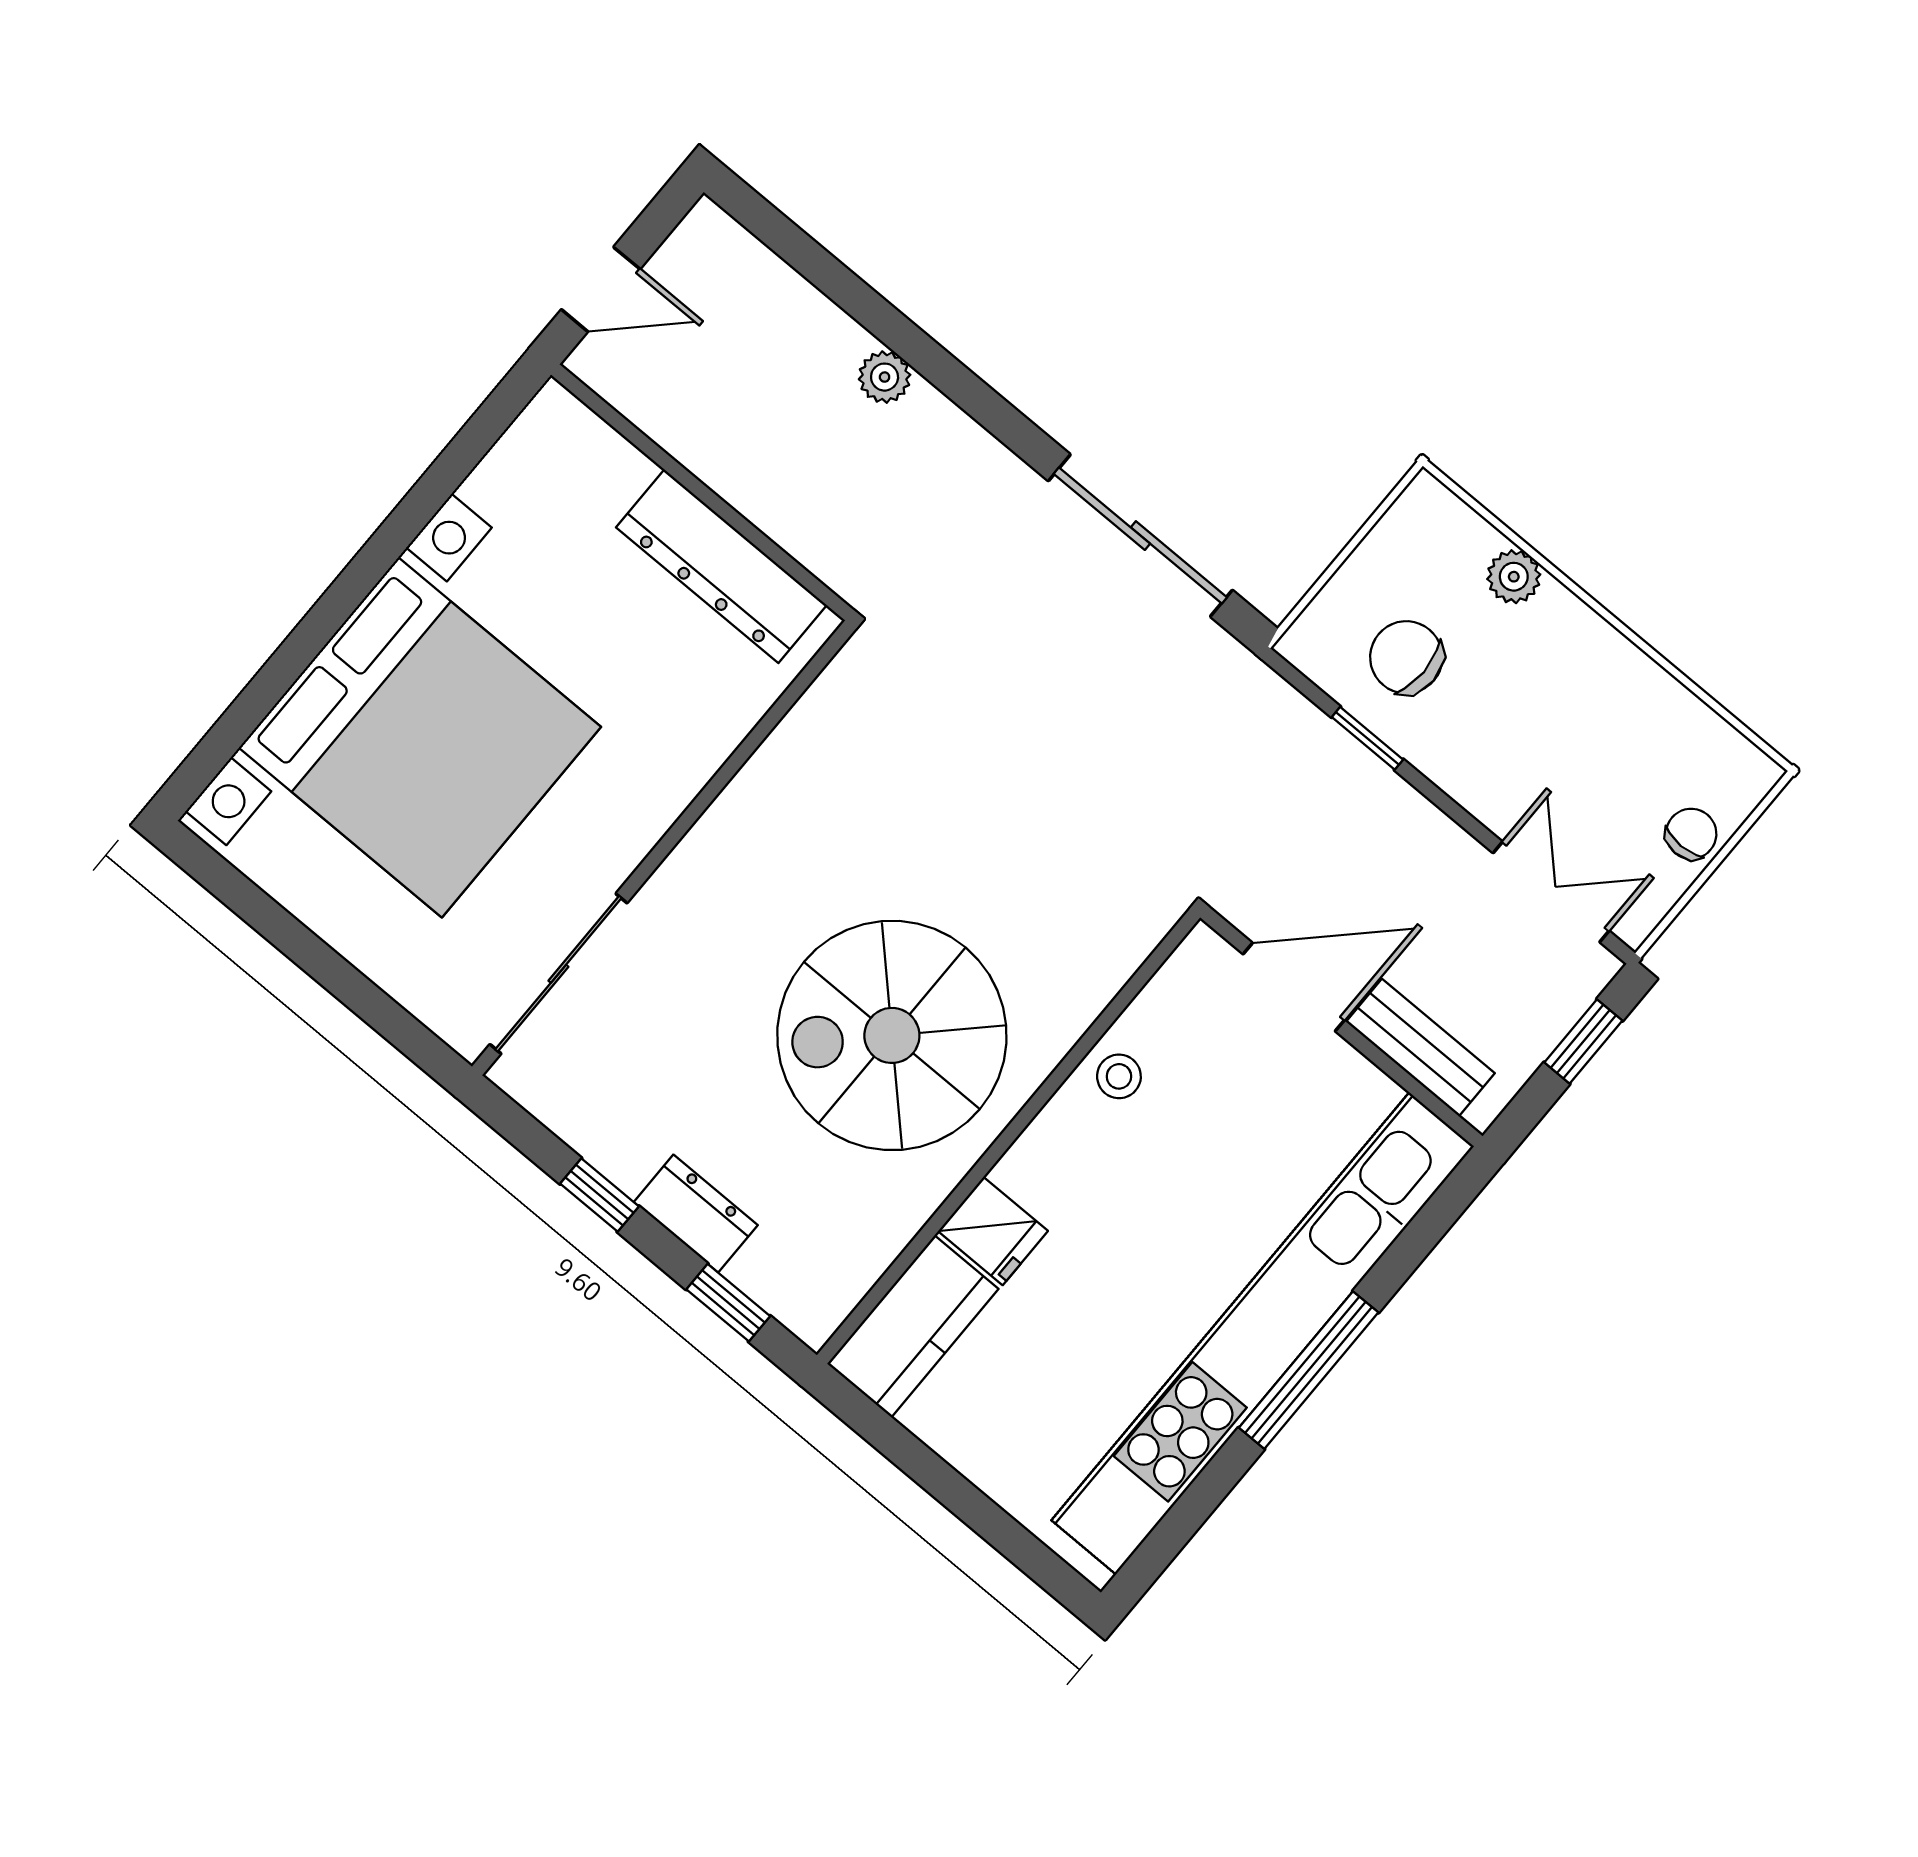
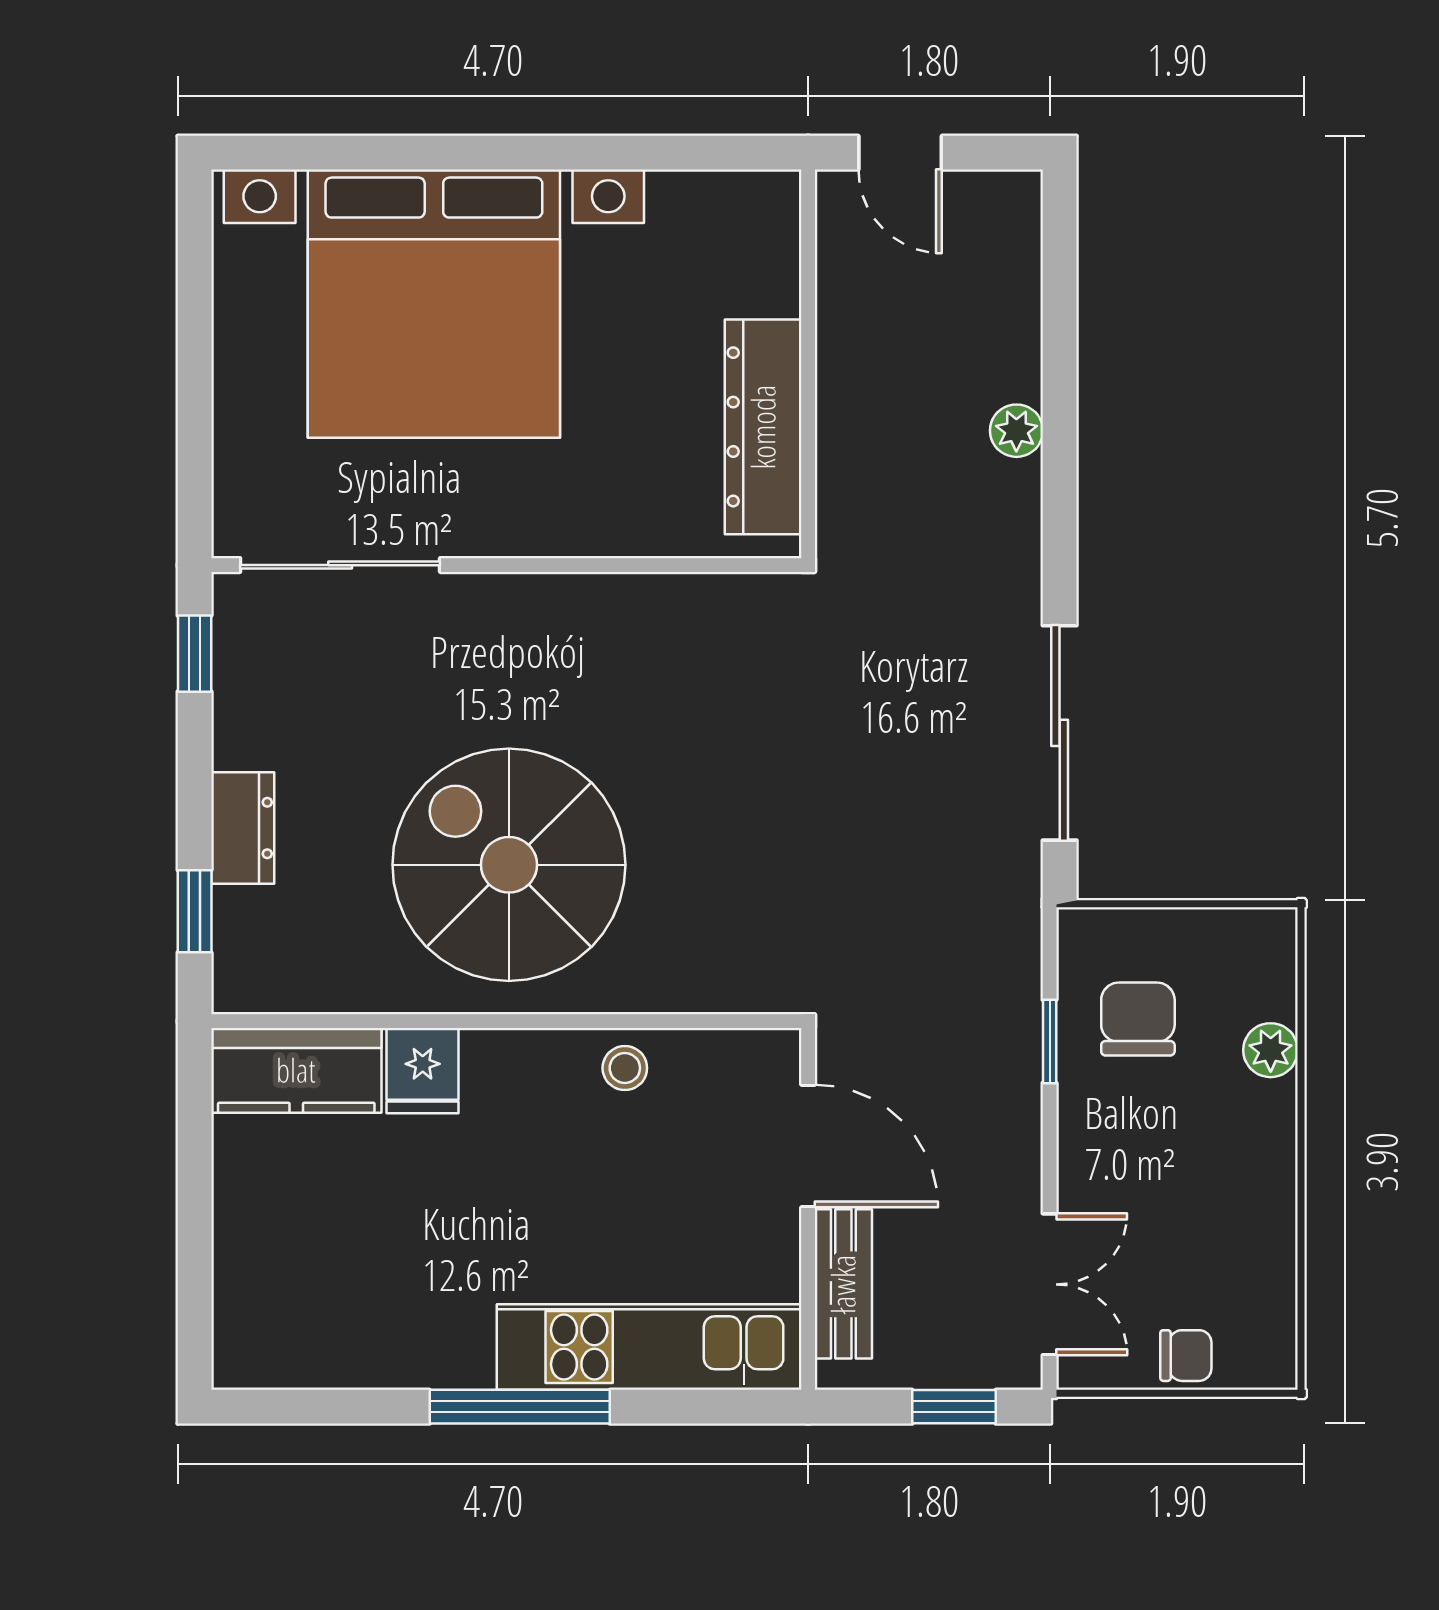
window: (599, 1195) -> (195, 654), moved
kitchen unit: (1263, 1333) -> (649, 1347), width x0.54

